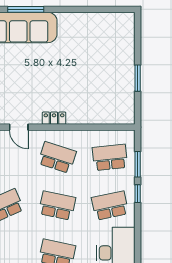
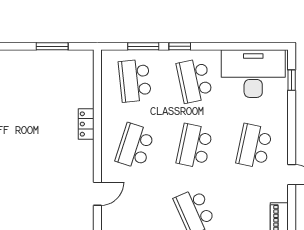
window: (138, 78) -> (52, 46), moved
locker: (54, 118) -> (86, 124), moved

